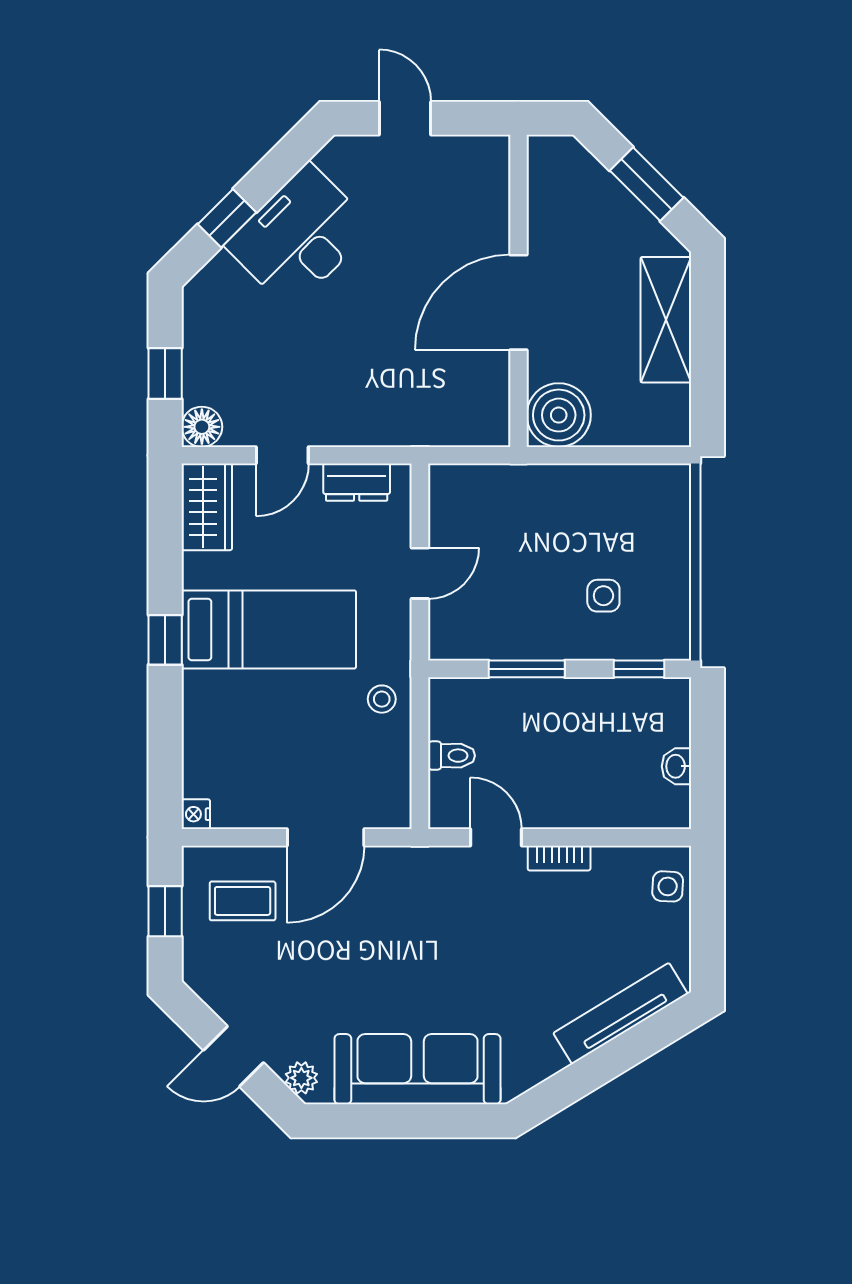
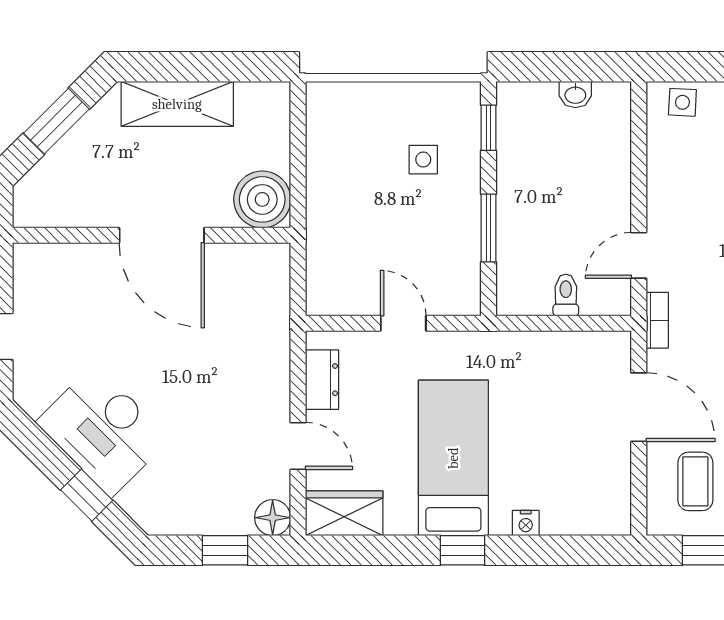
stool: (382, 699) -> (515, 357), removed
nightstand: (196, 814) -> (526, 523), moved
bookcase: (559, 858) -> (657, 320), moved

